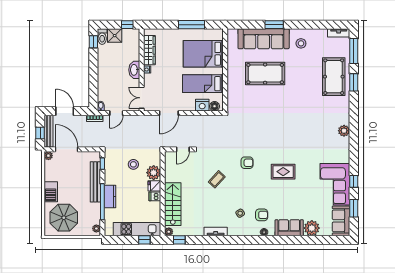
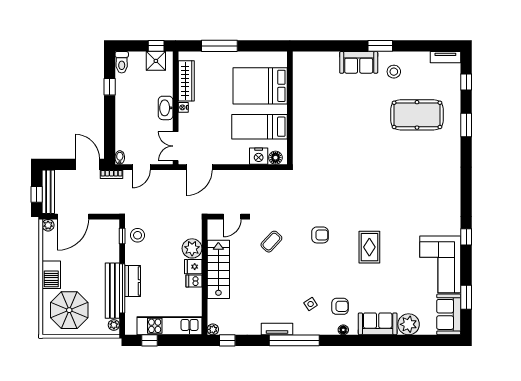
window: (191, 25) -> (219, 46), moved
window: (274, 25) -> (380, 46), moved
shower: (115, 36) -> (156, 61), moved
sofa: (264, 39) -> (359, 62), width x0.54, depth x0.79
window: (93, 42) -> (110, 87), moved
window: (354, 51) -> (466, 82), width x0.46
pool table: (265, 74) -> (345, 113), removed
pool table: (334, 77) -> (417, 115), moved, turned 90
door: (65, 111) -> (87, 164), moved
door: (169, 113) -> (199, 167), moved
plant: (344, 131) -> (453, 191), removed
door: (66, 149) -> (73, 217), swing flipped
stool: (133, 164) -> (138, 235), moved
rug: (283, 172) -> (369, 247), turned 90
coffee table: (217, 179) -> (271, 242), moved
window: (354, 181) -> (466, 237), moved
bench: (95, 182) -> (112, 291), moved
stairs: (173, 204) -> (218, 269), moved
window: (144, 240) -> (150, 340), moved
window: (228, 240) -> (294, 340), added

